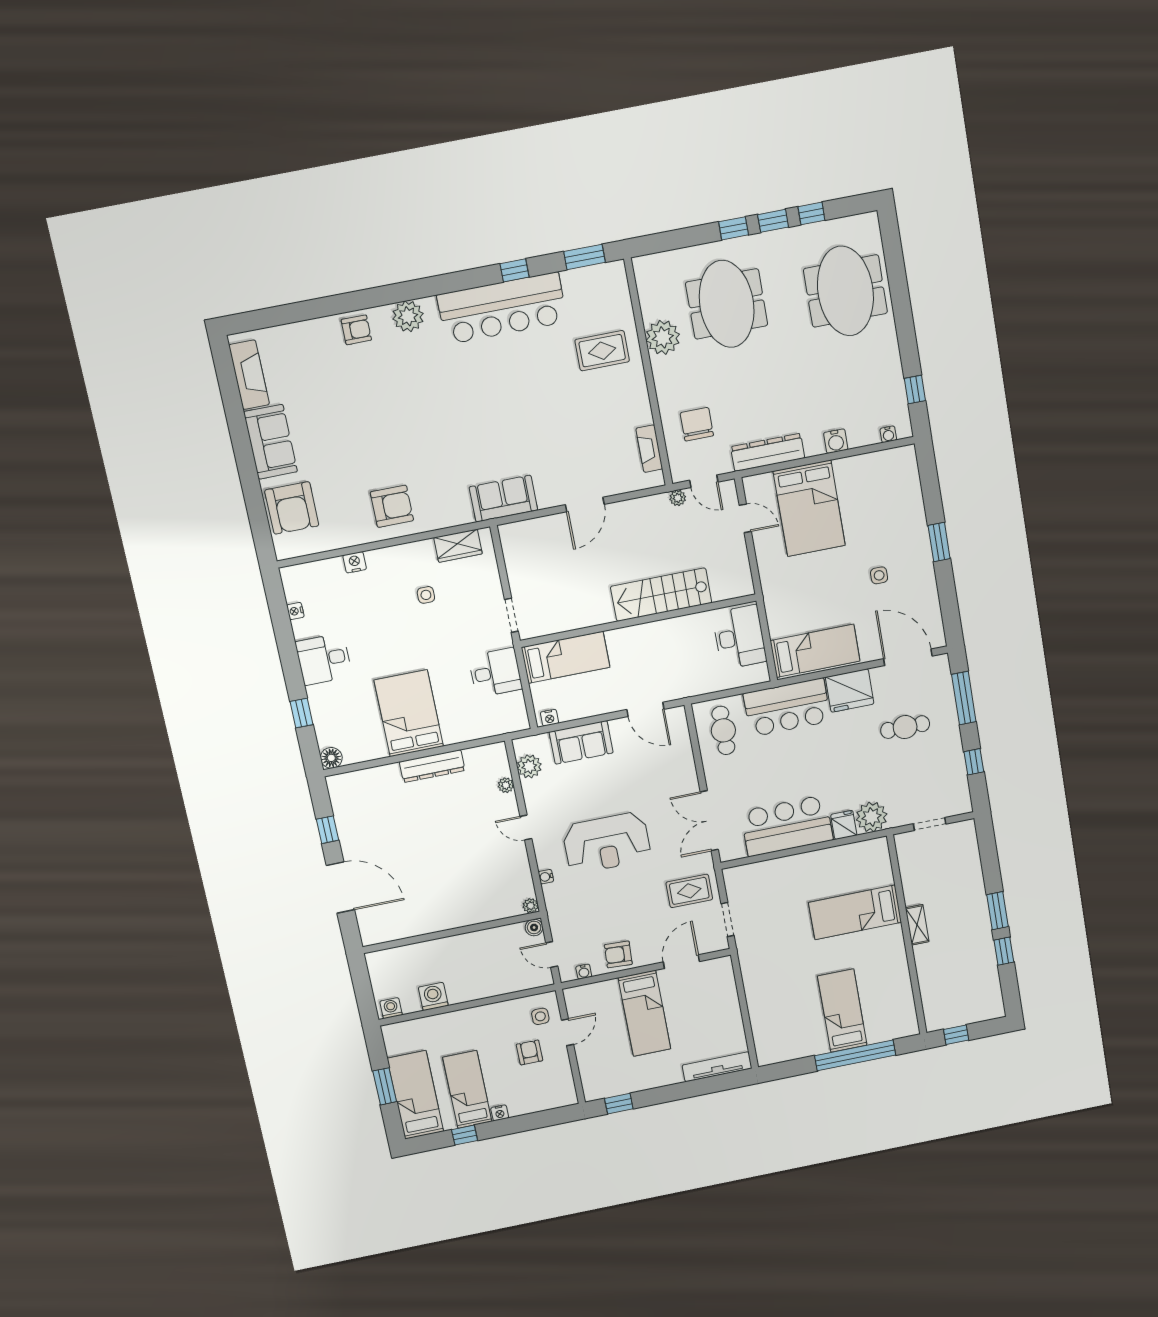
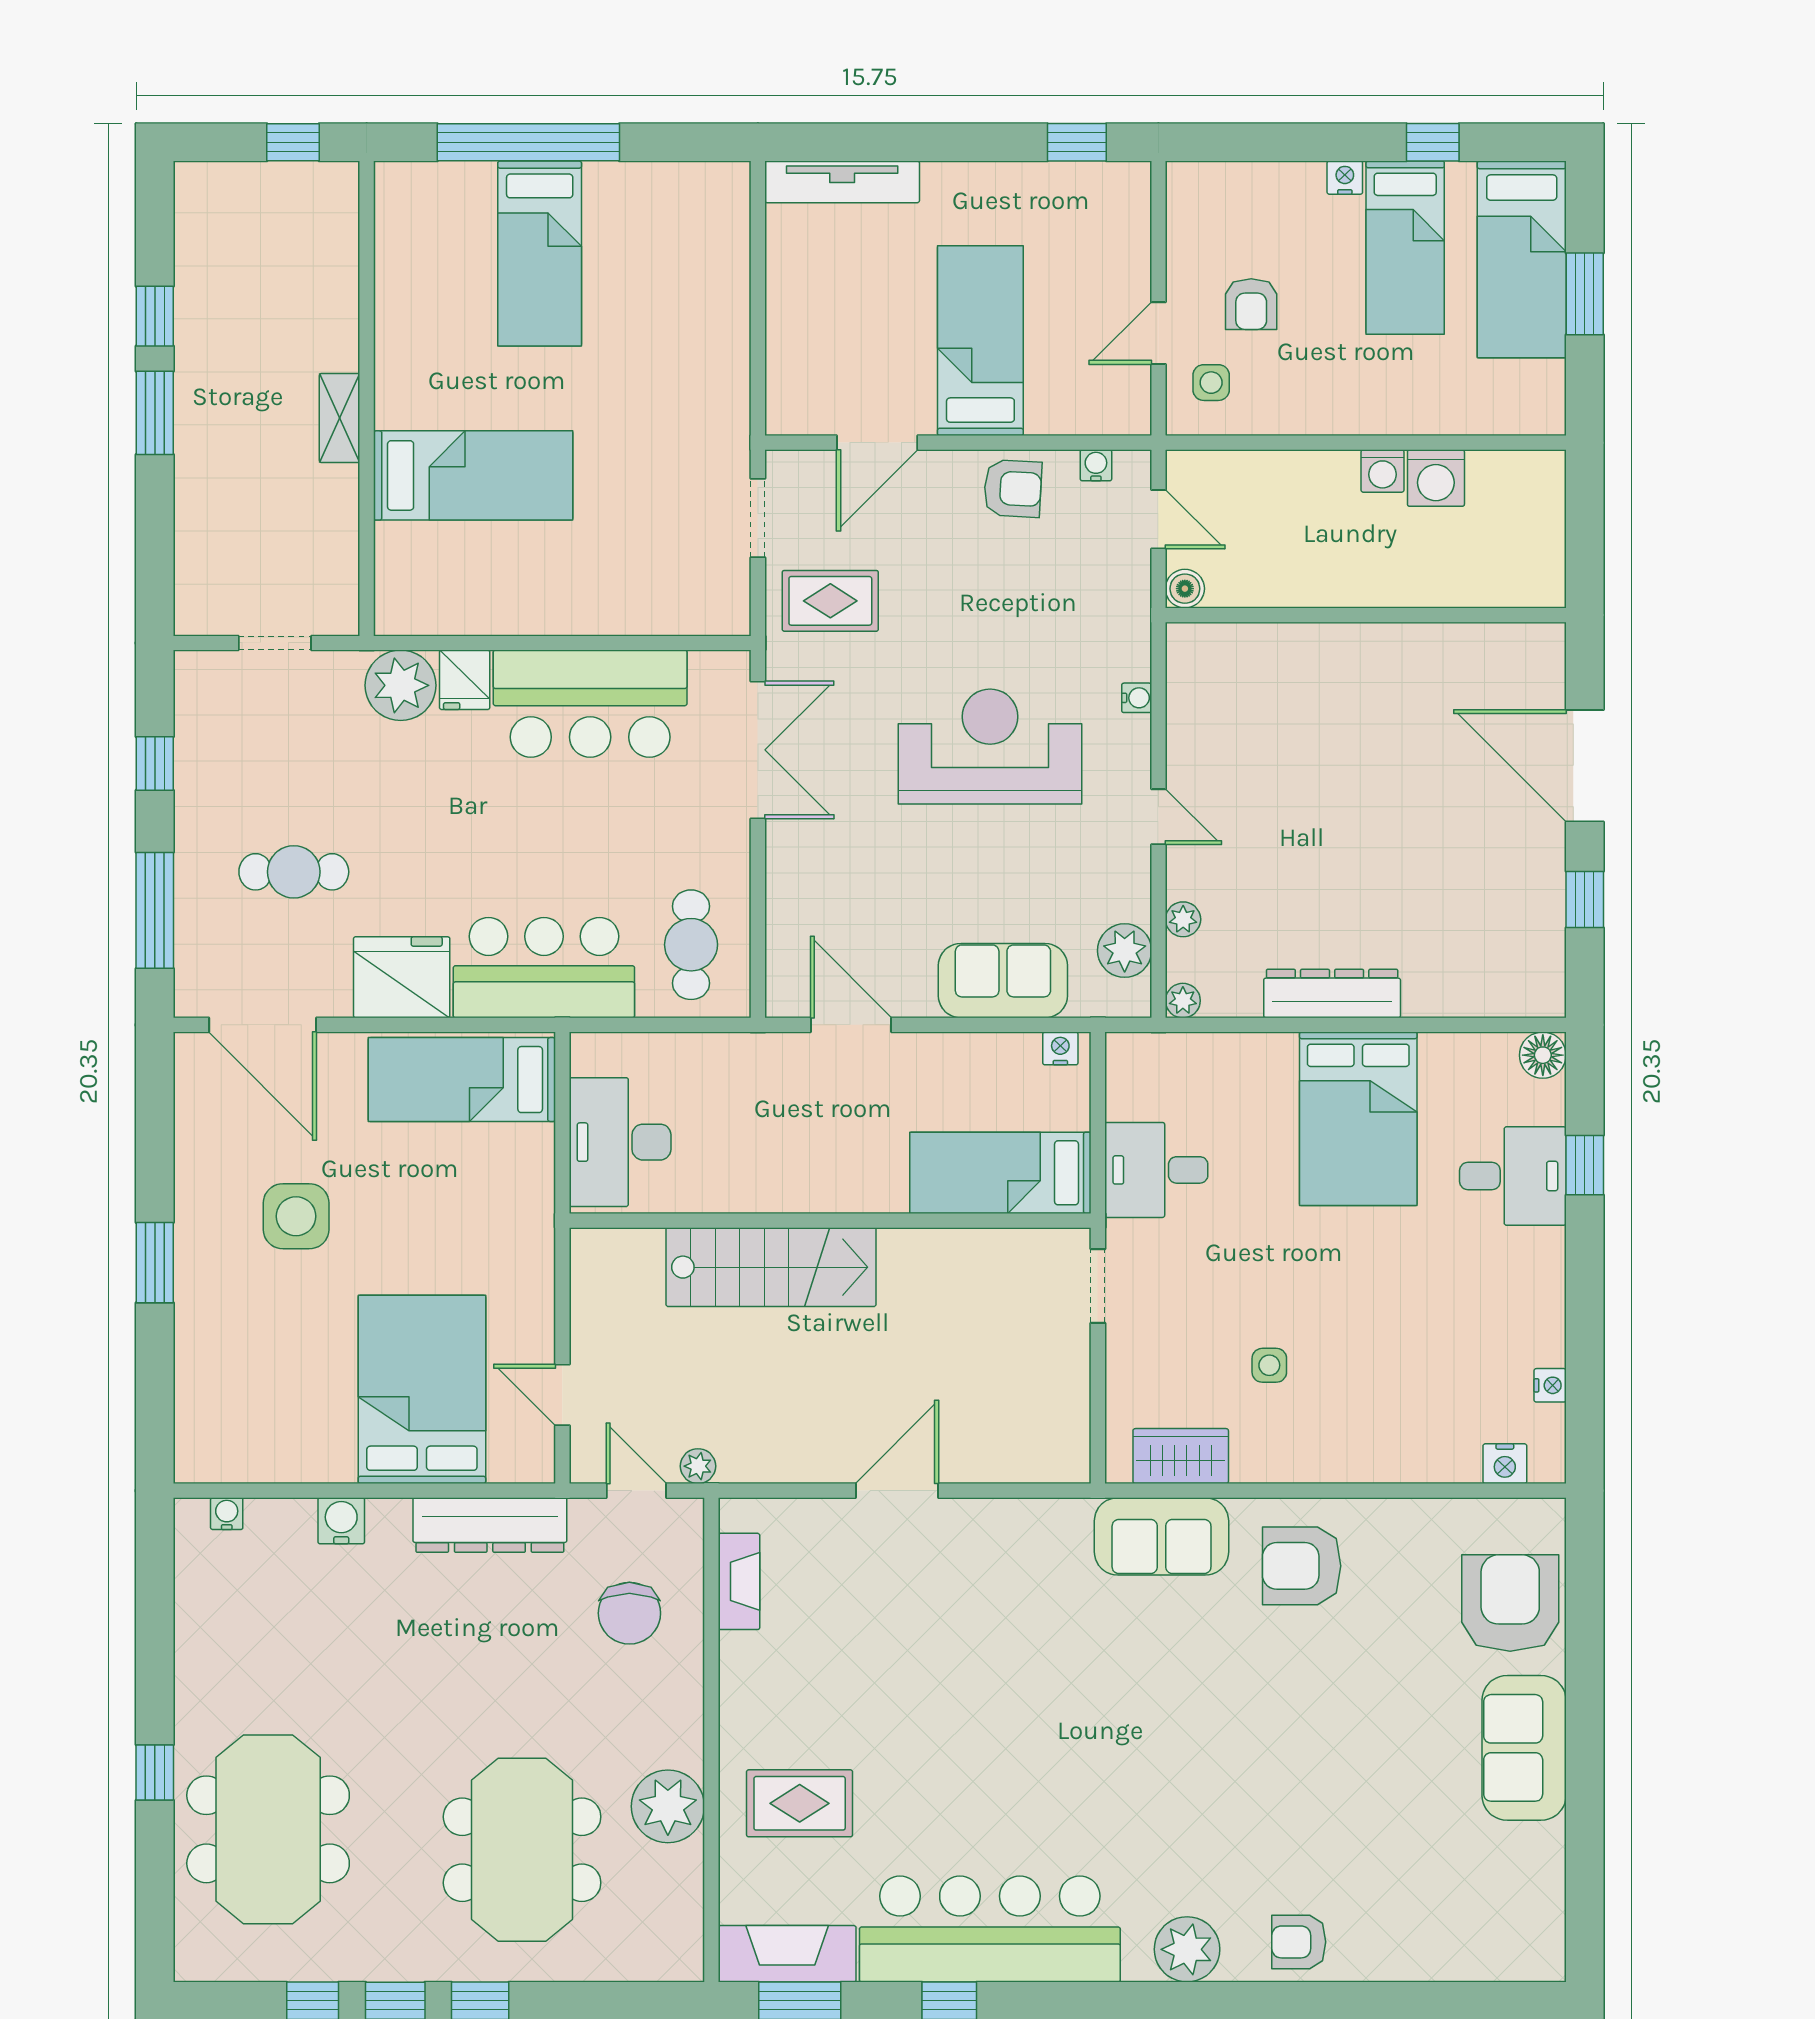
fireplace: (249, 375) -> (787, 1954), moved, turned 90
window: (915, 390) -> (155, 1773), moved
sofa: (503, 499) -> (1162, 1536), moved
nightstand: (355, 562) -> (1505, 1464), moved
side table: (879, 575) -> (296, 1216), width x1.87, depth x1.87
desk: (324, 659) -> (1513, 1176), moved
plant: (531, 906) -> (1183, 1001), moved
washing machine: (391, 1008) -> (1382, 471), moved

